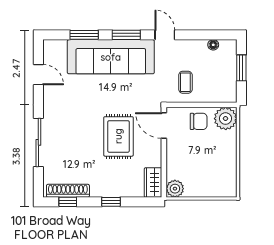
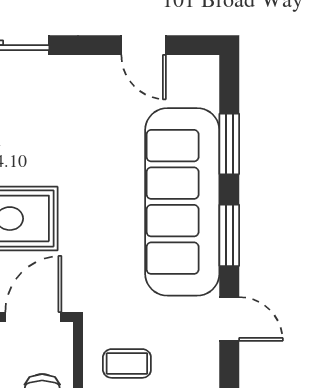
door: (165, 35) -> (229, 319), hinge flipped
door: (38, 75) -> (144, 45), hinge flipped

